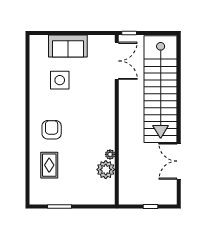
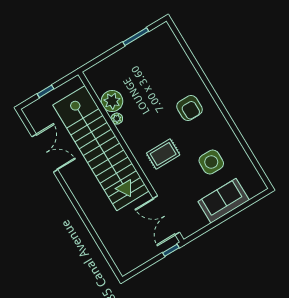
stairs: (161, 89) -> (101, 148), moved, turned 180
rug: (49, 165) -> (163, 154), moved, turned 90

